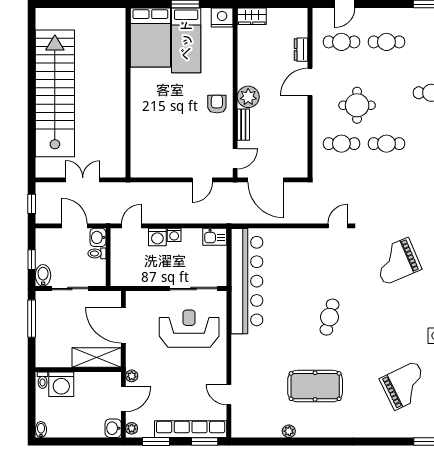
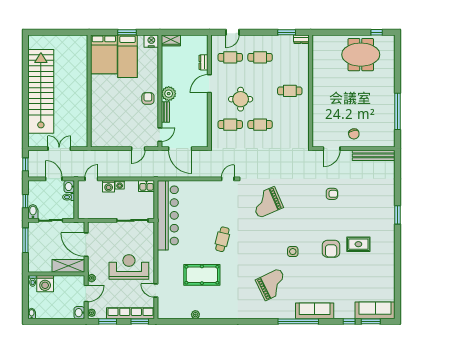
reception desk: (189, 329) -> (129, 267), moved
pool table: (315, 386) -> (202, 275), moved

